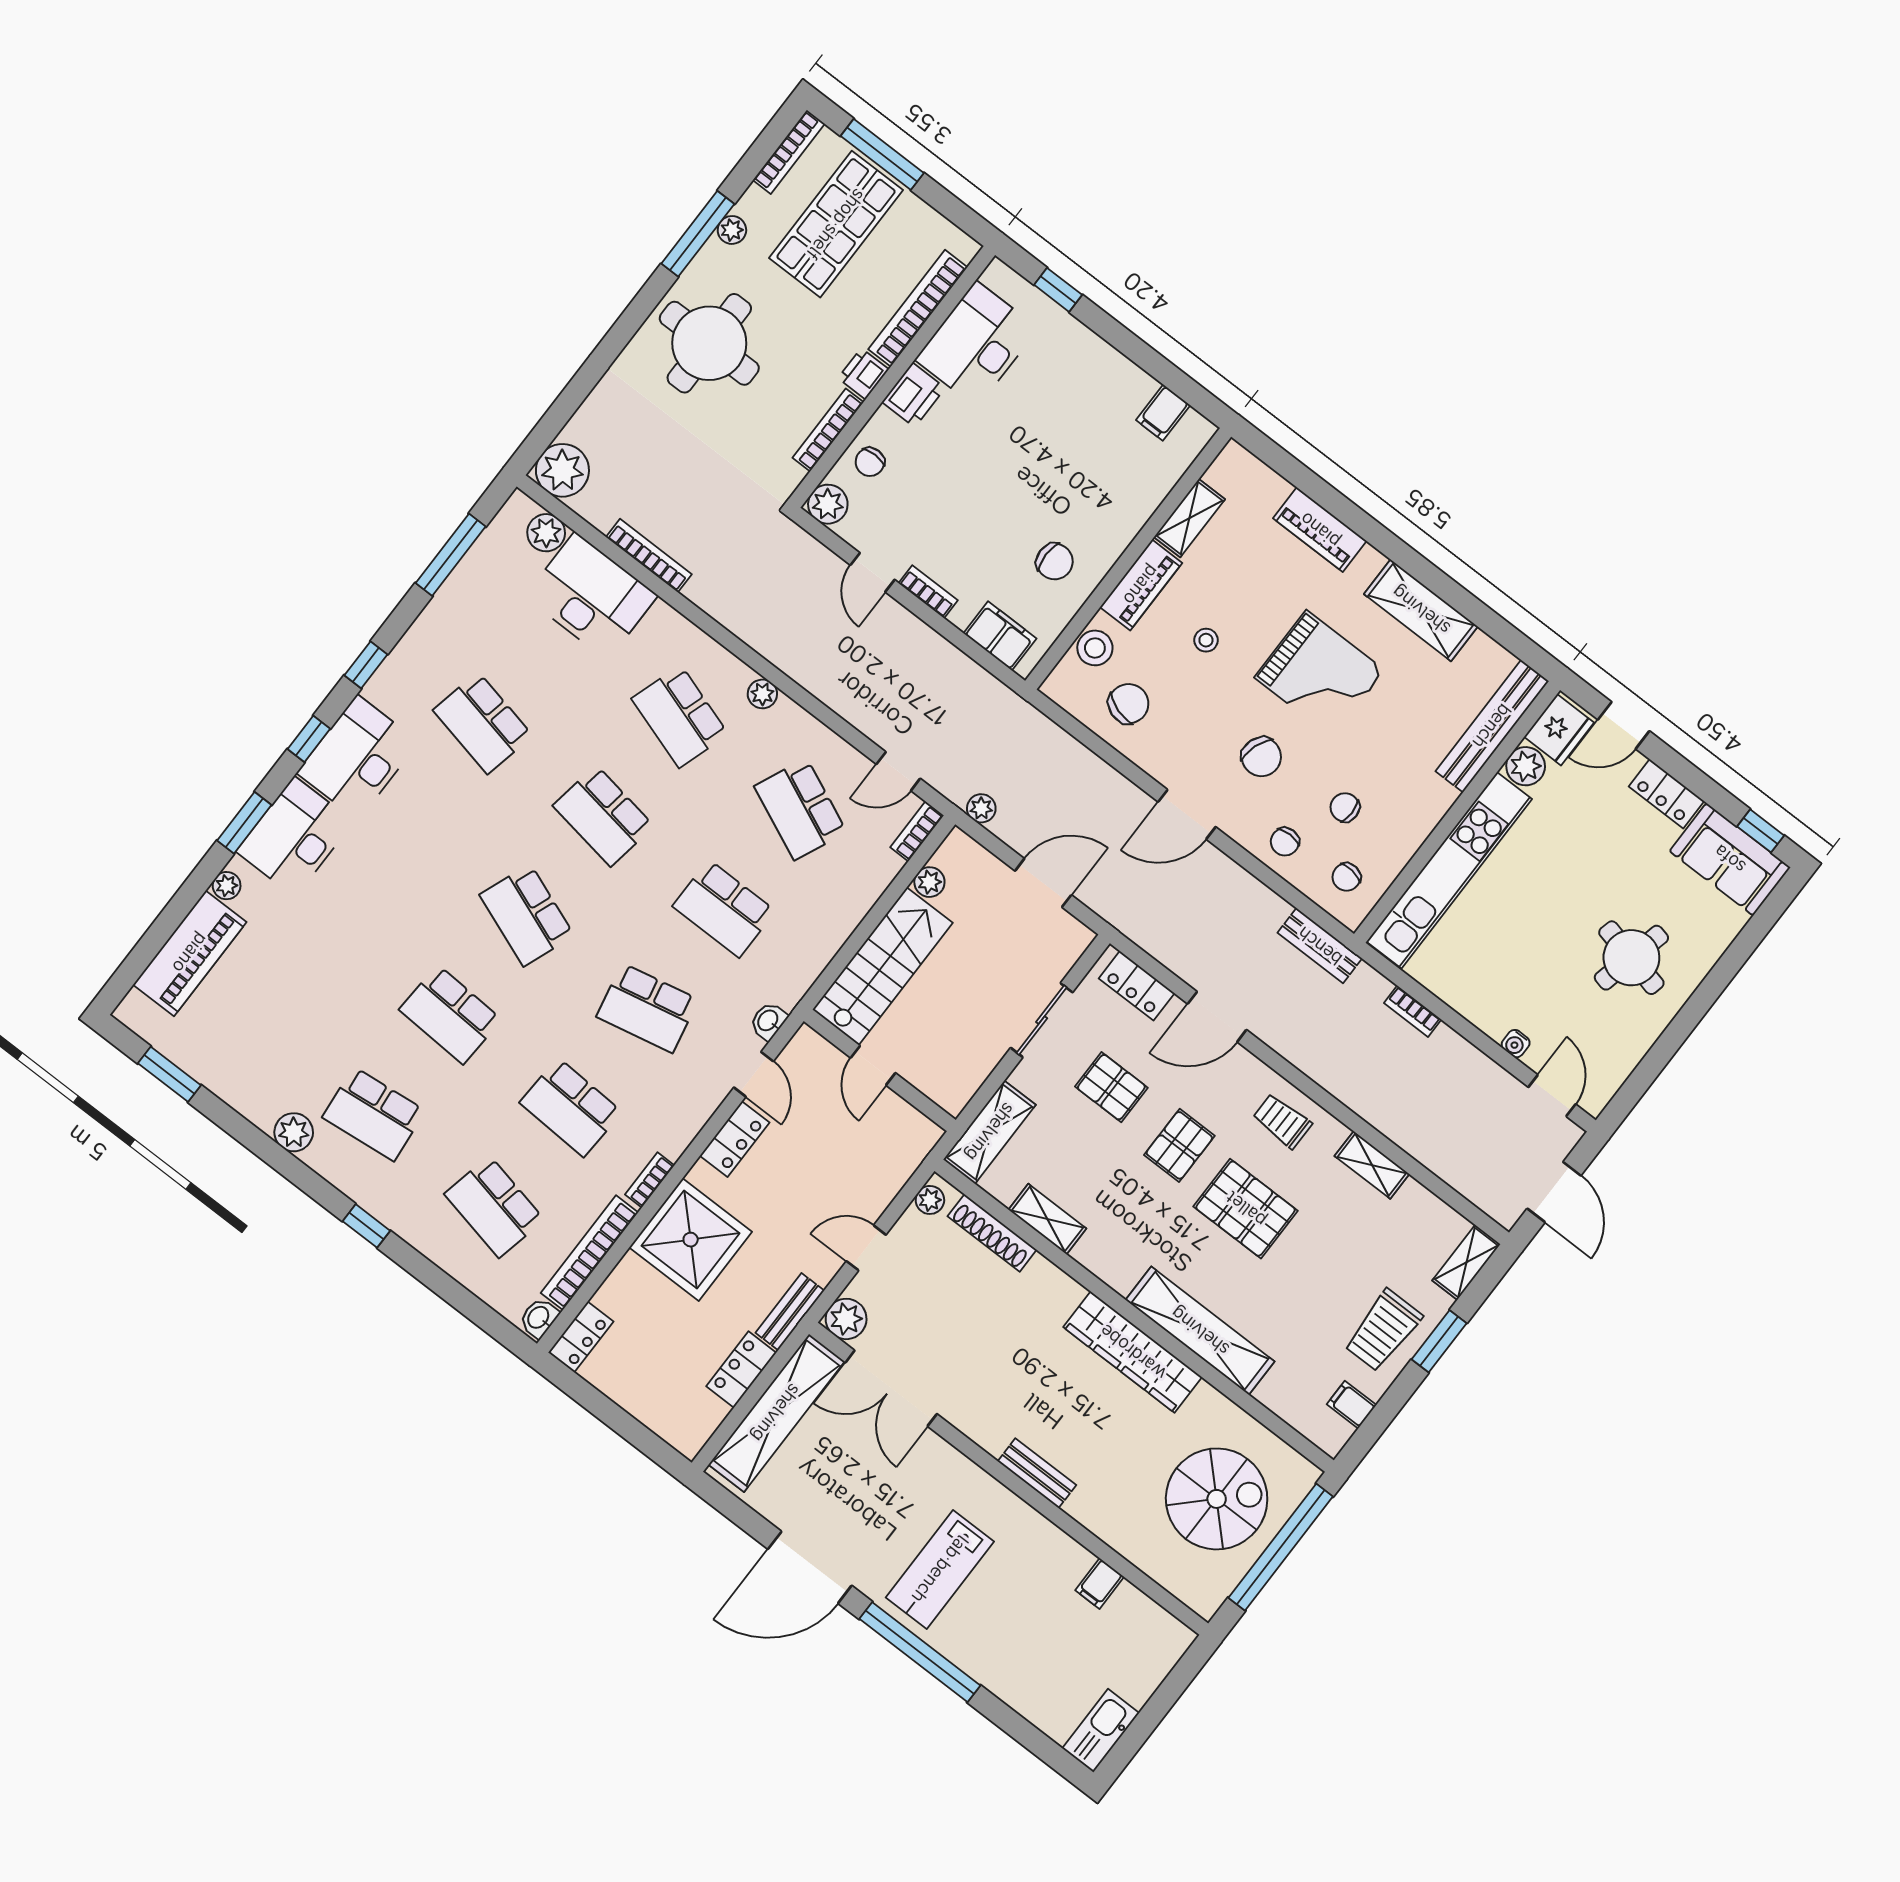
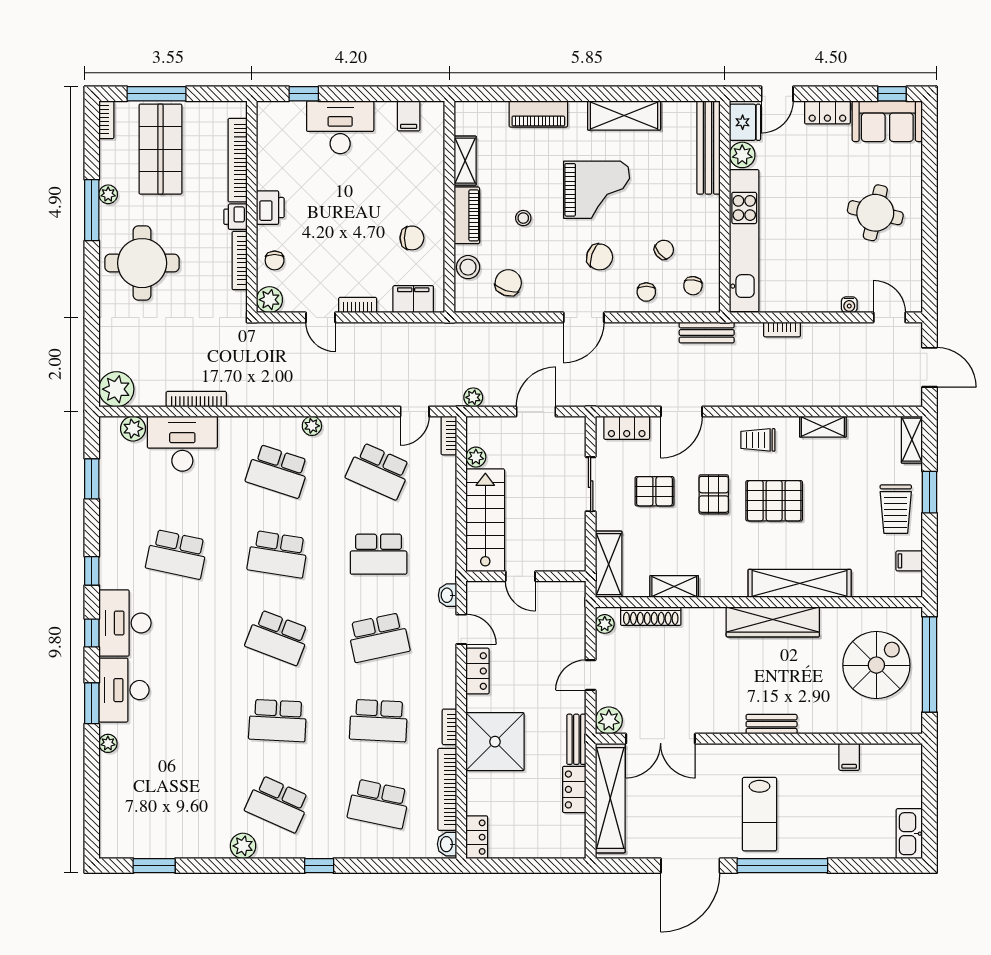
bookcase: (789, 152) -> (106, 120), width x0.64
desk: (977, 344) -> (340, 127), moved, turned 90
window: (451, 555) -> (92, 479), width x0.69
chair: (1345, 807) -> (664, 250), turned 141
piano: (190, 953) -> (116, 794), removed
school desk: (374, 1114) -> (278, 804), turned 30

